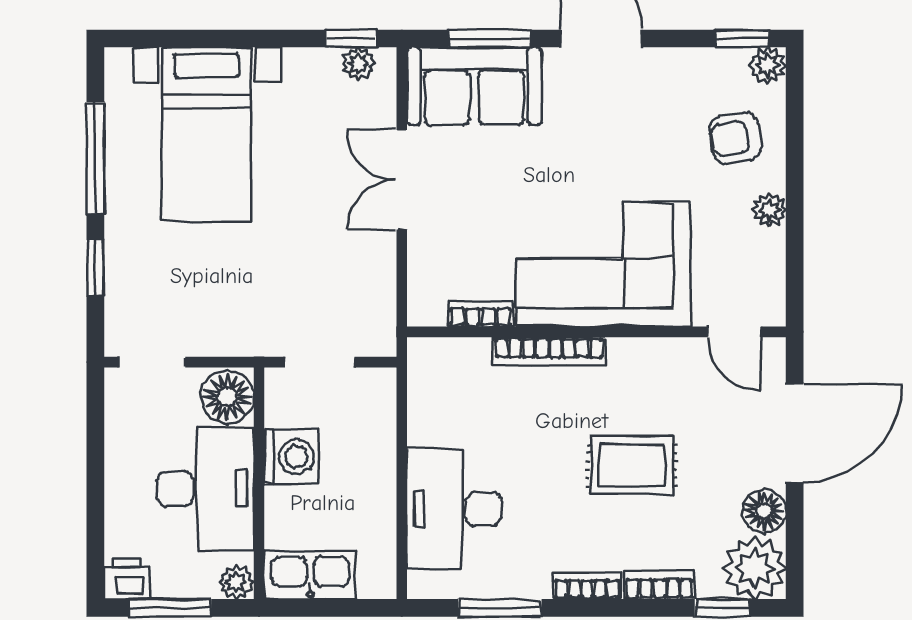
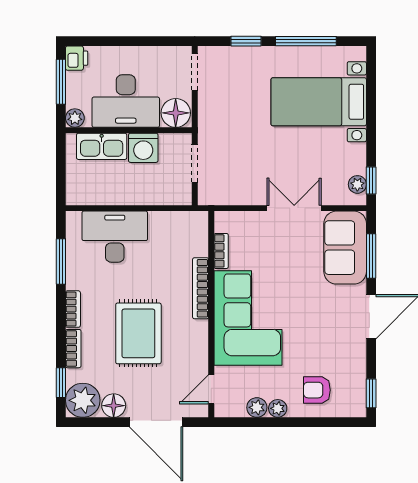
plant: (768, 65) -> (257, 407), moved
armchair: (736, 138) -> (317, 390), turned -82
rug: (632, 466) -> (138, 333), width x1.36, depth x1.43
kitchen sink: (310, 575) -> (102, 146), moved, turned 90

